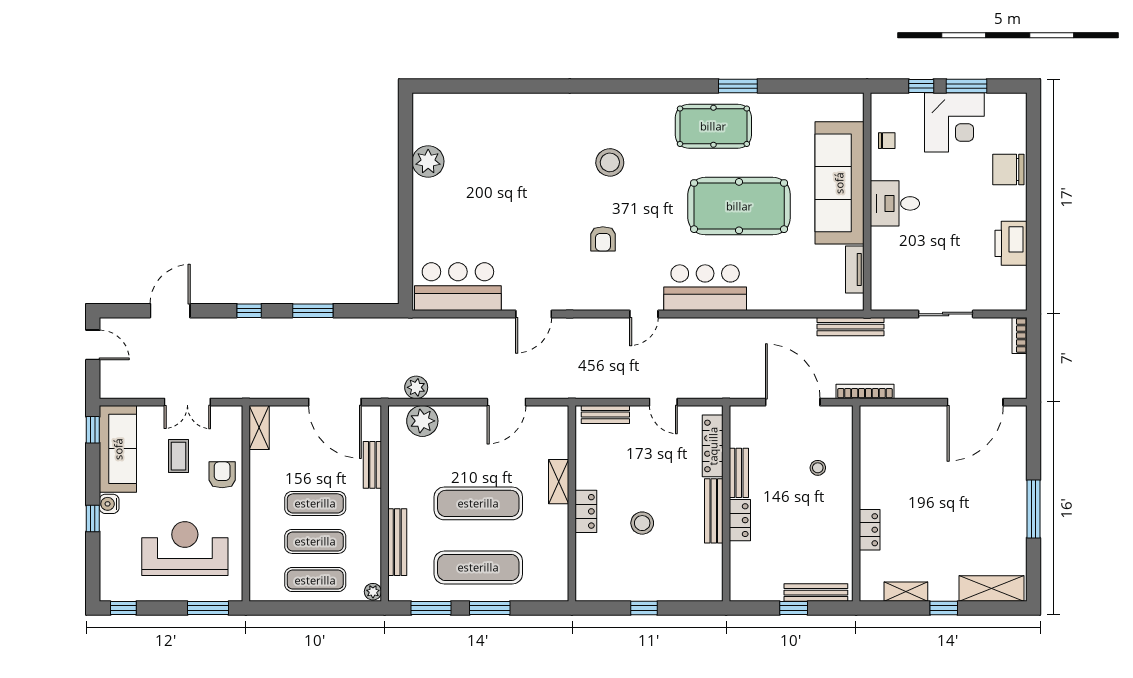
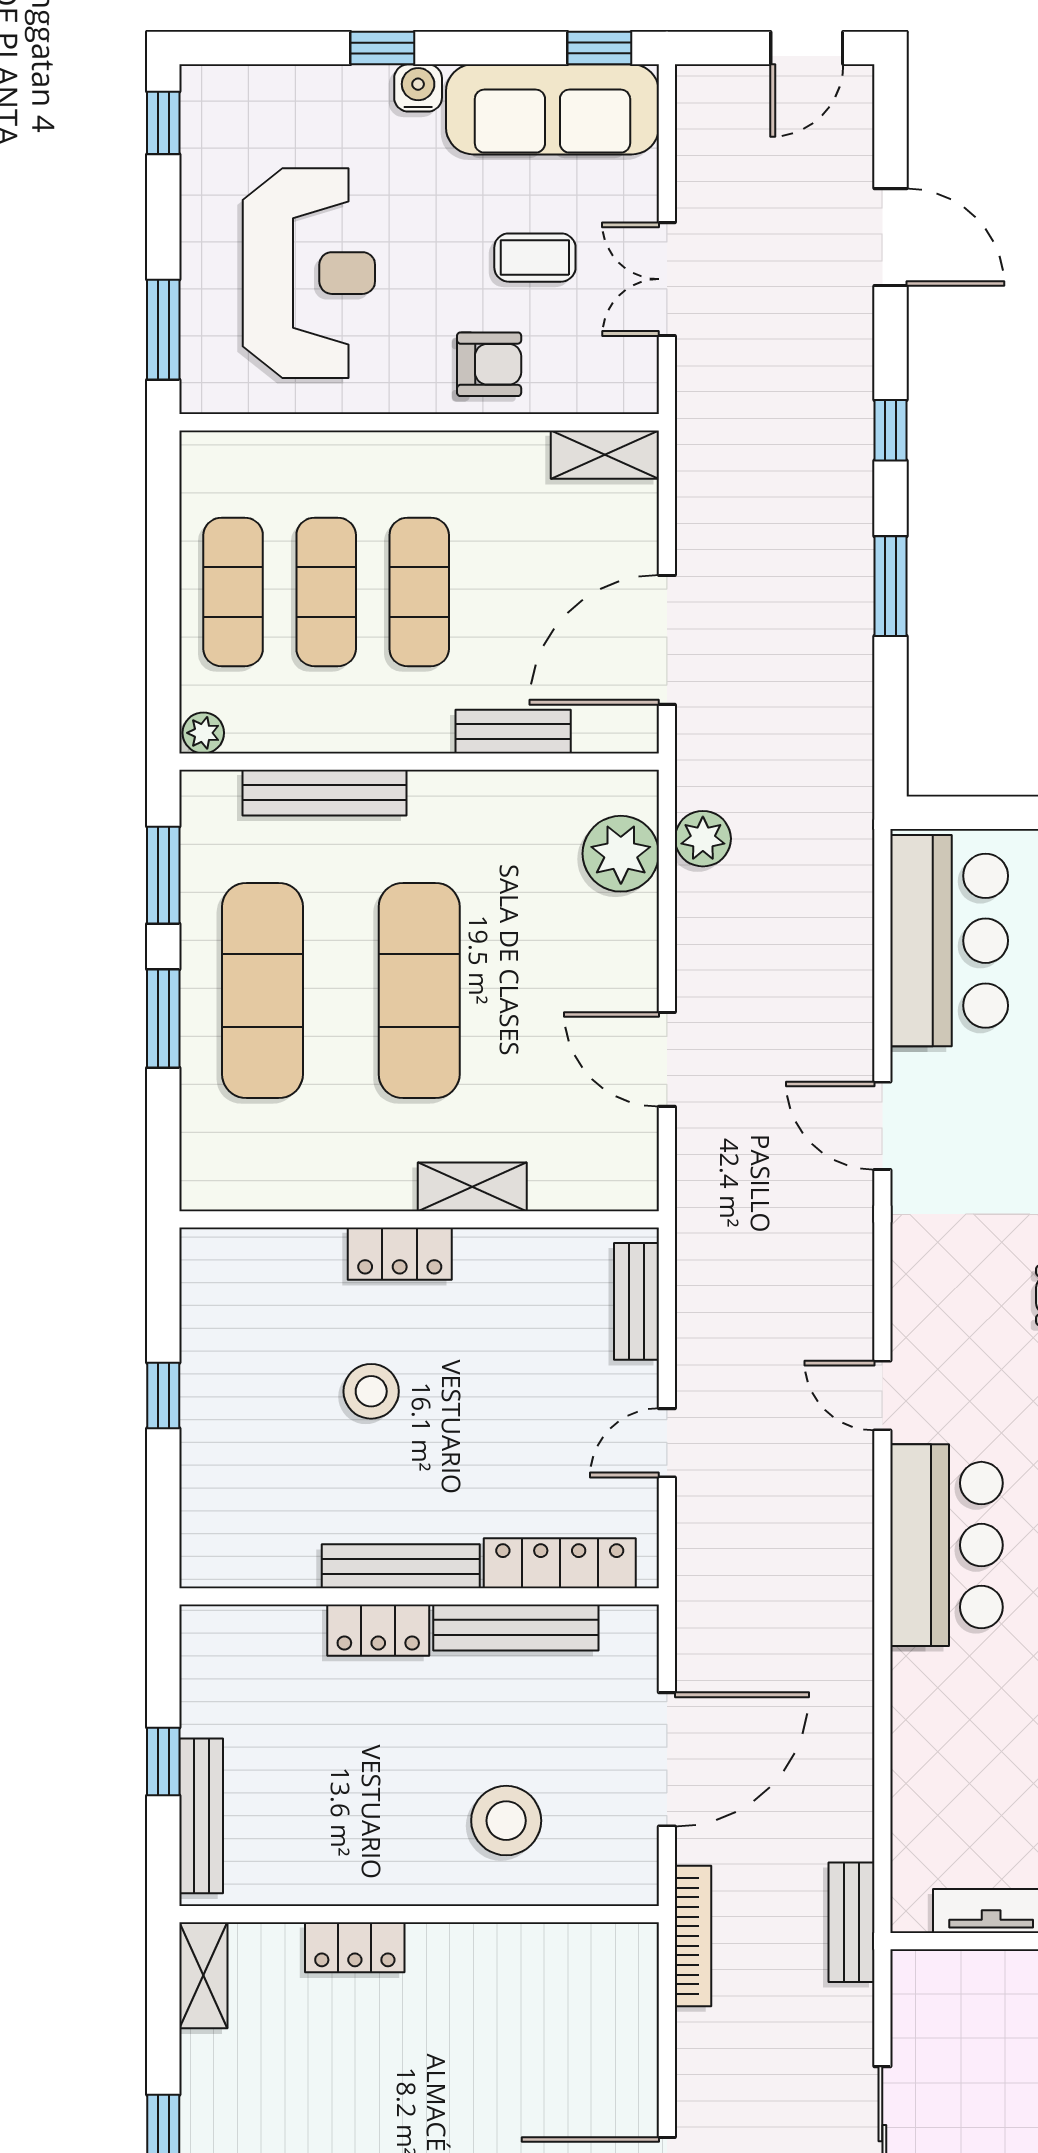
bench: (850, 327) -> (851, 1922), width x0.73
stool: (818, 468) -> (506, 1821), width x1.89, depth x1.89
bench: (739, 473) -> (516, 1628), width x1.36
shelving: (906, 592) -> (203, 1975), moved

